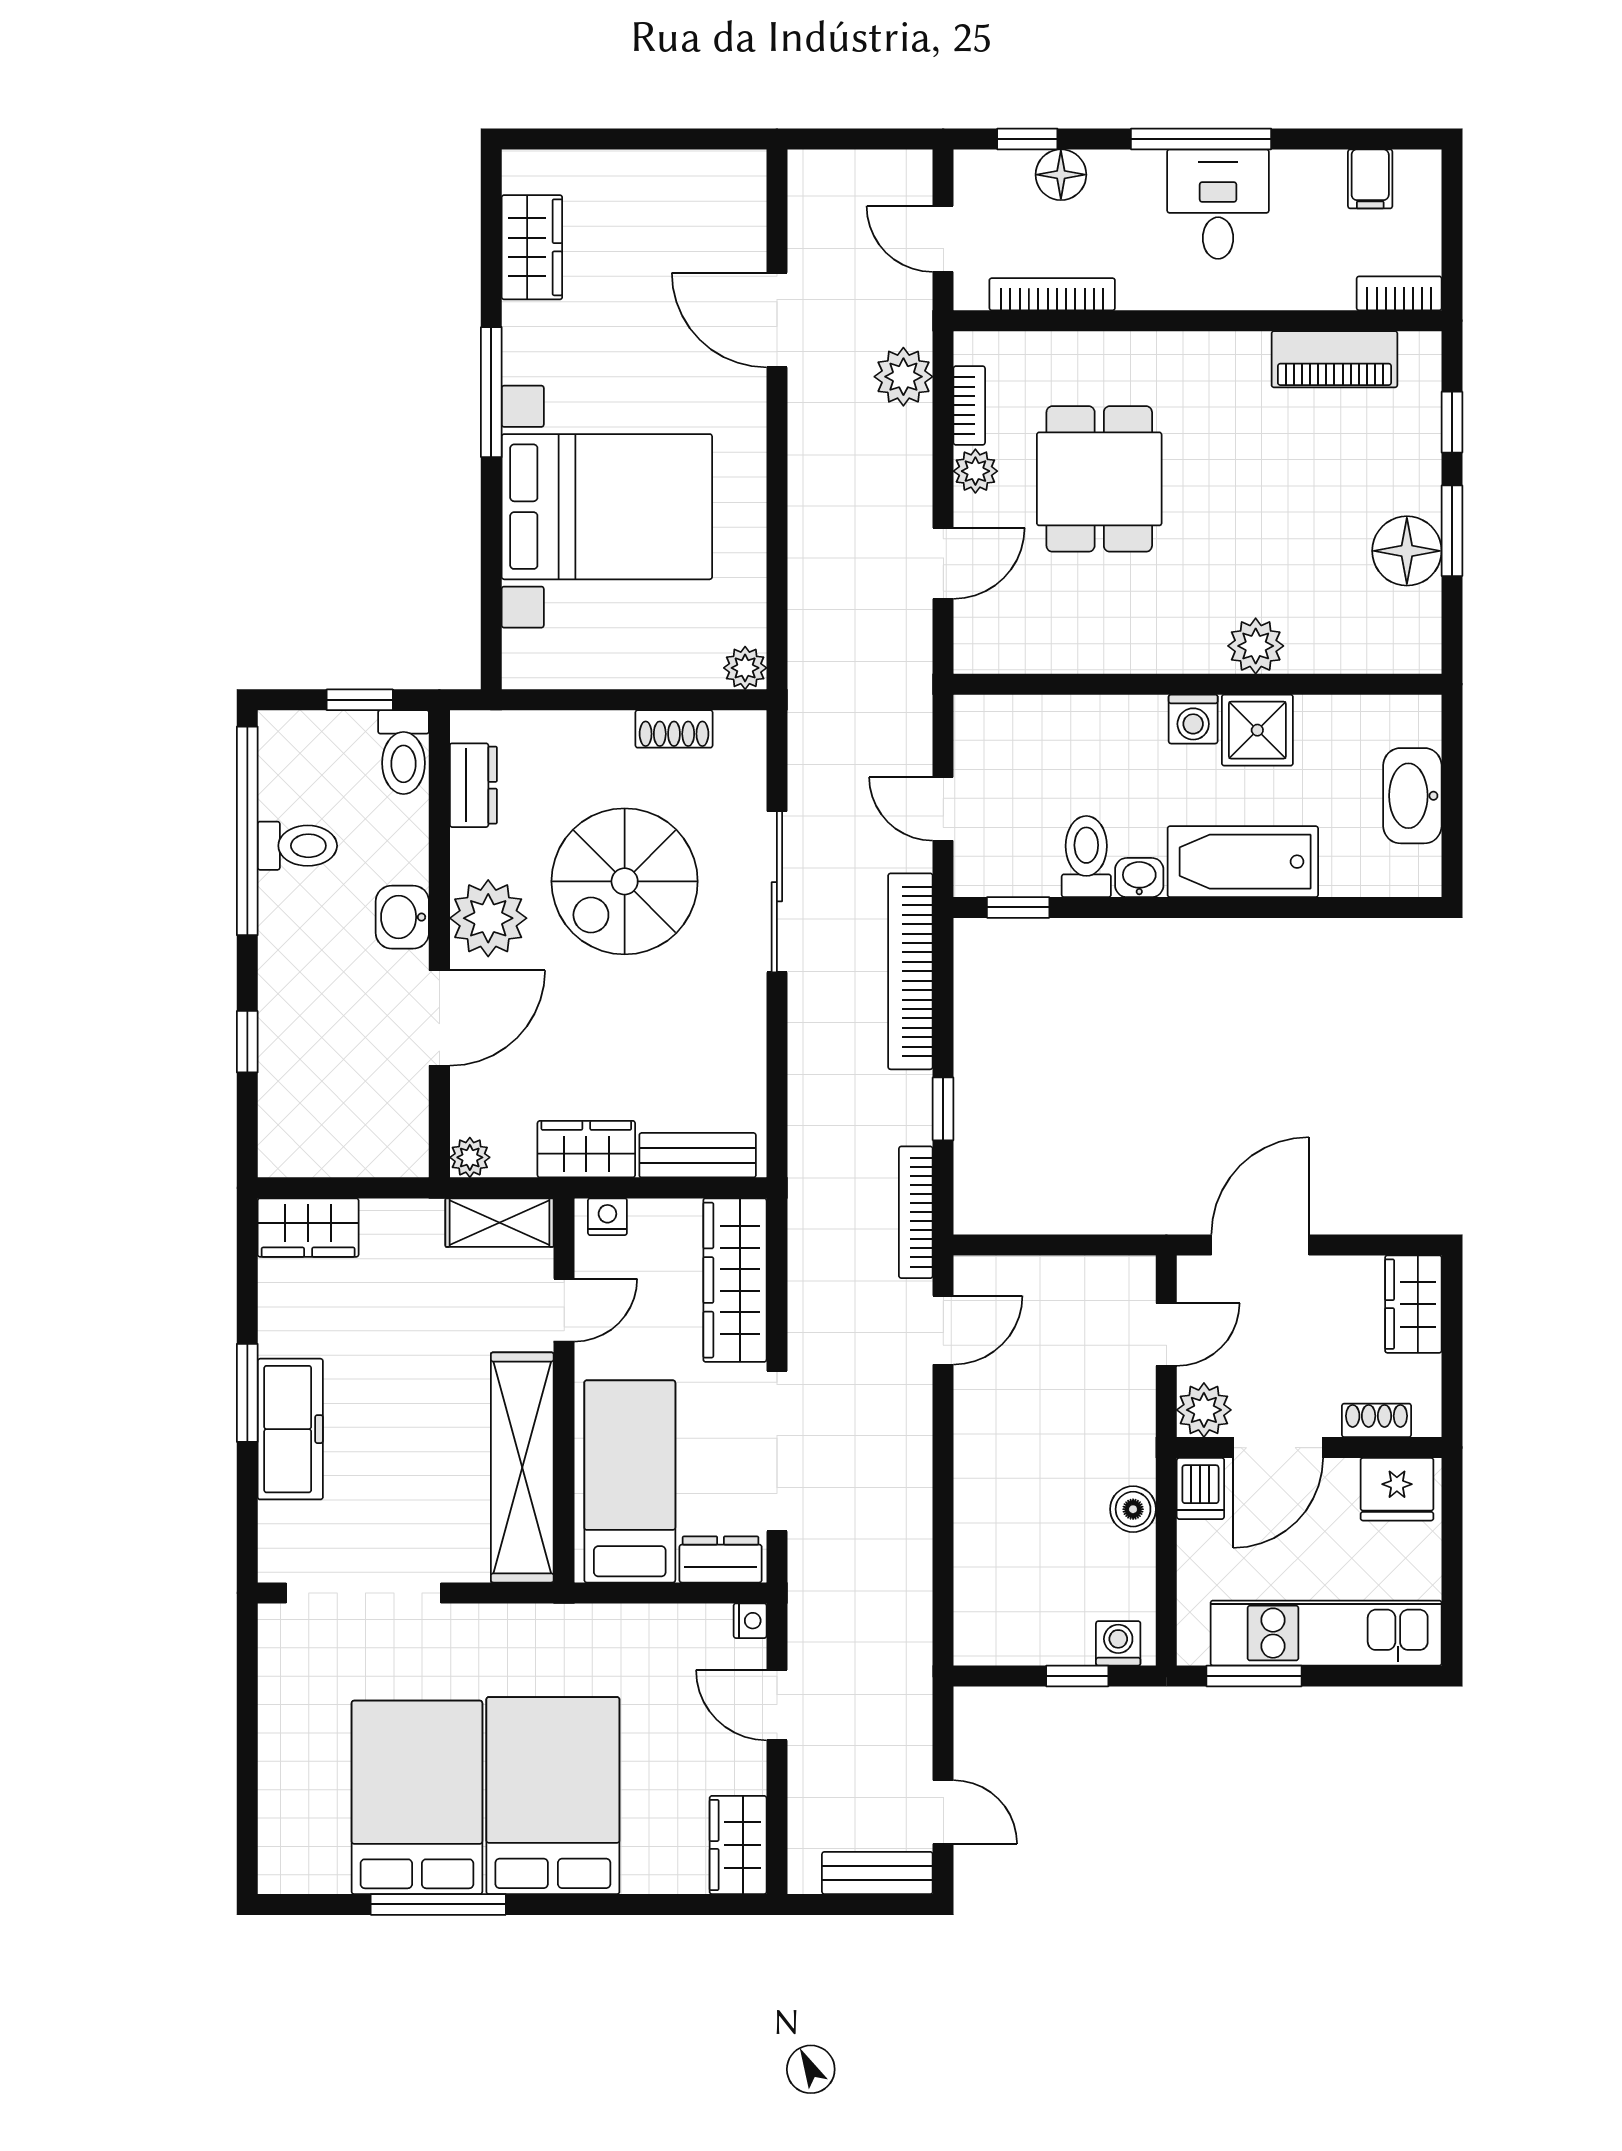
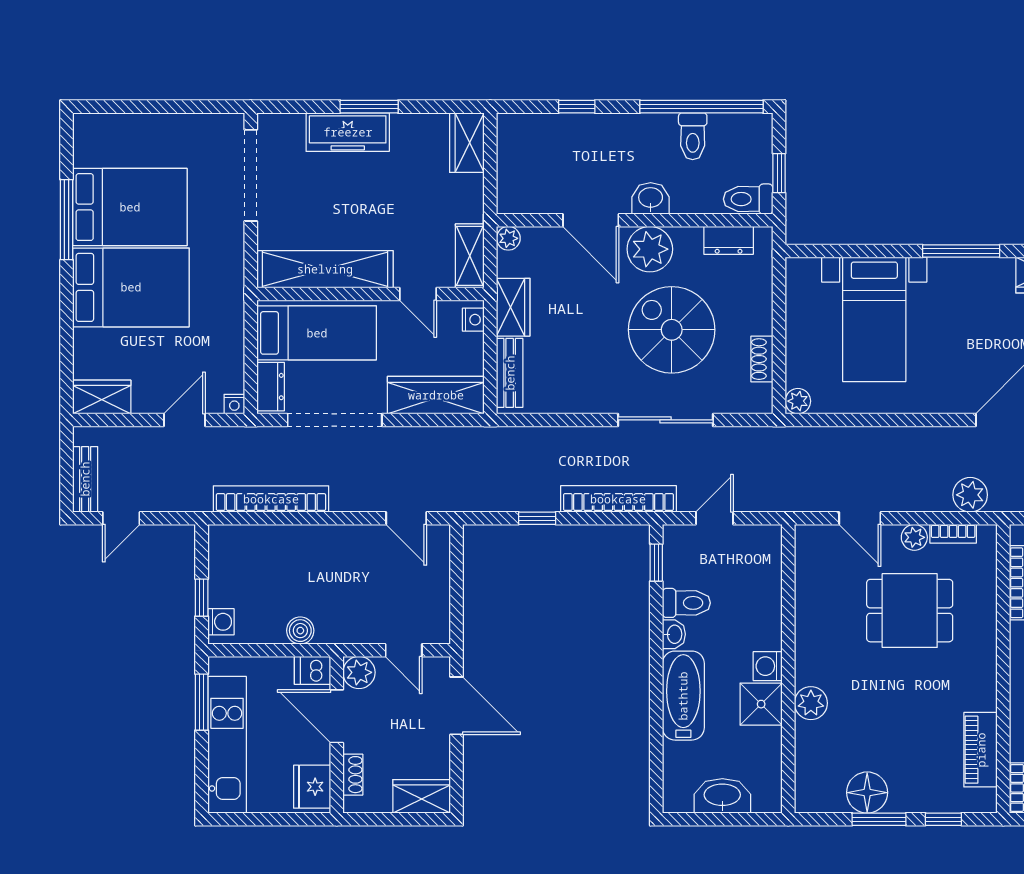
bed with nightstands: (607, 507) -> (874, 319), width x0.73
bookcase: (916, 1212) -> (271, 499), moved, width x1.48, depth x1.31

